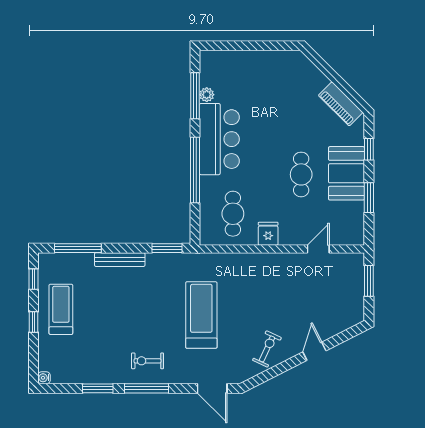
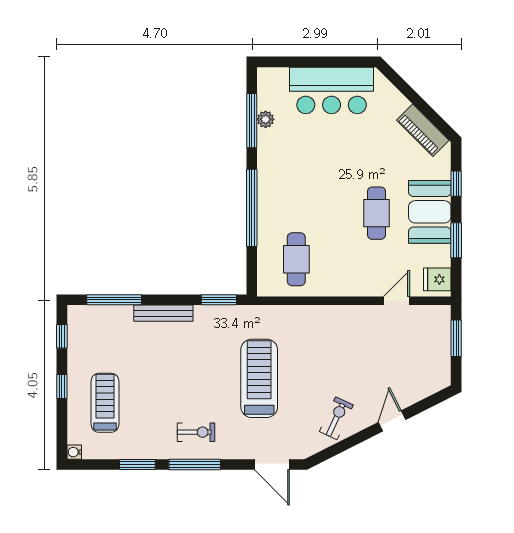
bar counter: (219, 139) -> (332, 90), moved, turned 90
fridge: (268, 234) -> (437, 279), moved, turned -90
treadmill: (61, 309) -> (105, 403), moved
exercise bike: (147, 361) -> (196, 432), turned 180

